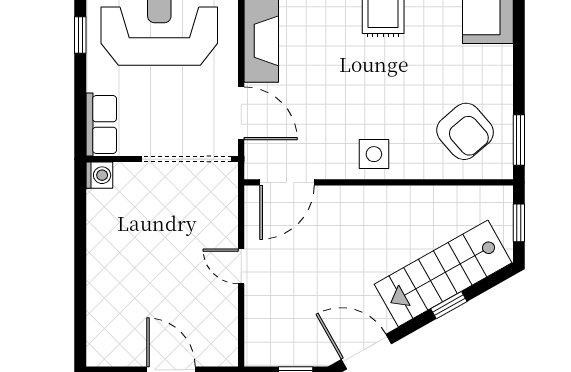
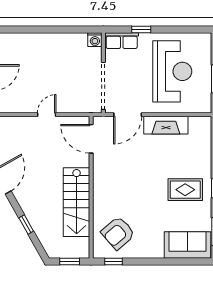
window: (80, 35) -> (141, 30), moved
window: (519, 140) -> (113, 261), width x0.67
side table: (374, 154) -> (106, 185), removed
stairs: (443, 273) -> (77, 202), moved, turned -151

